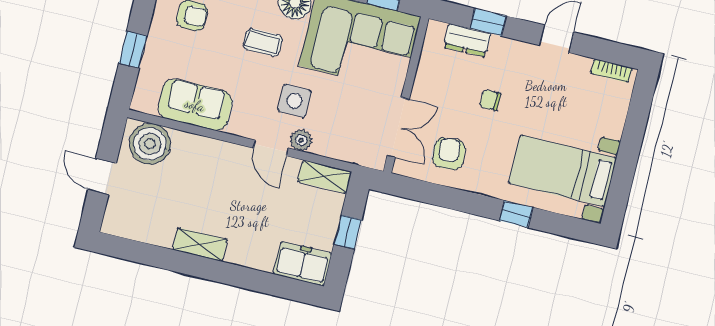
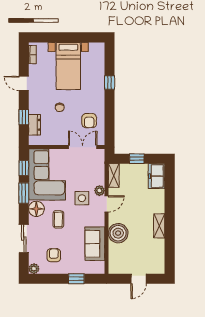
boiler: (150, 144) -> (118, 233), moved
armchair: (449, 154) -> (89, 121), turned -86
bed with nightstands: (563, 171) -> (68, 66), moved

